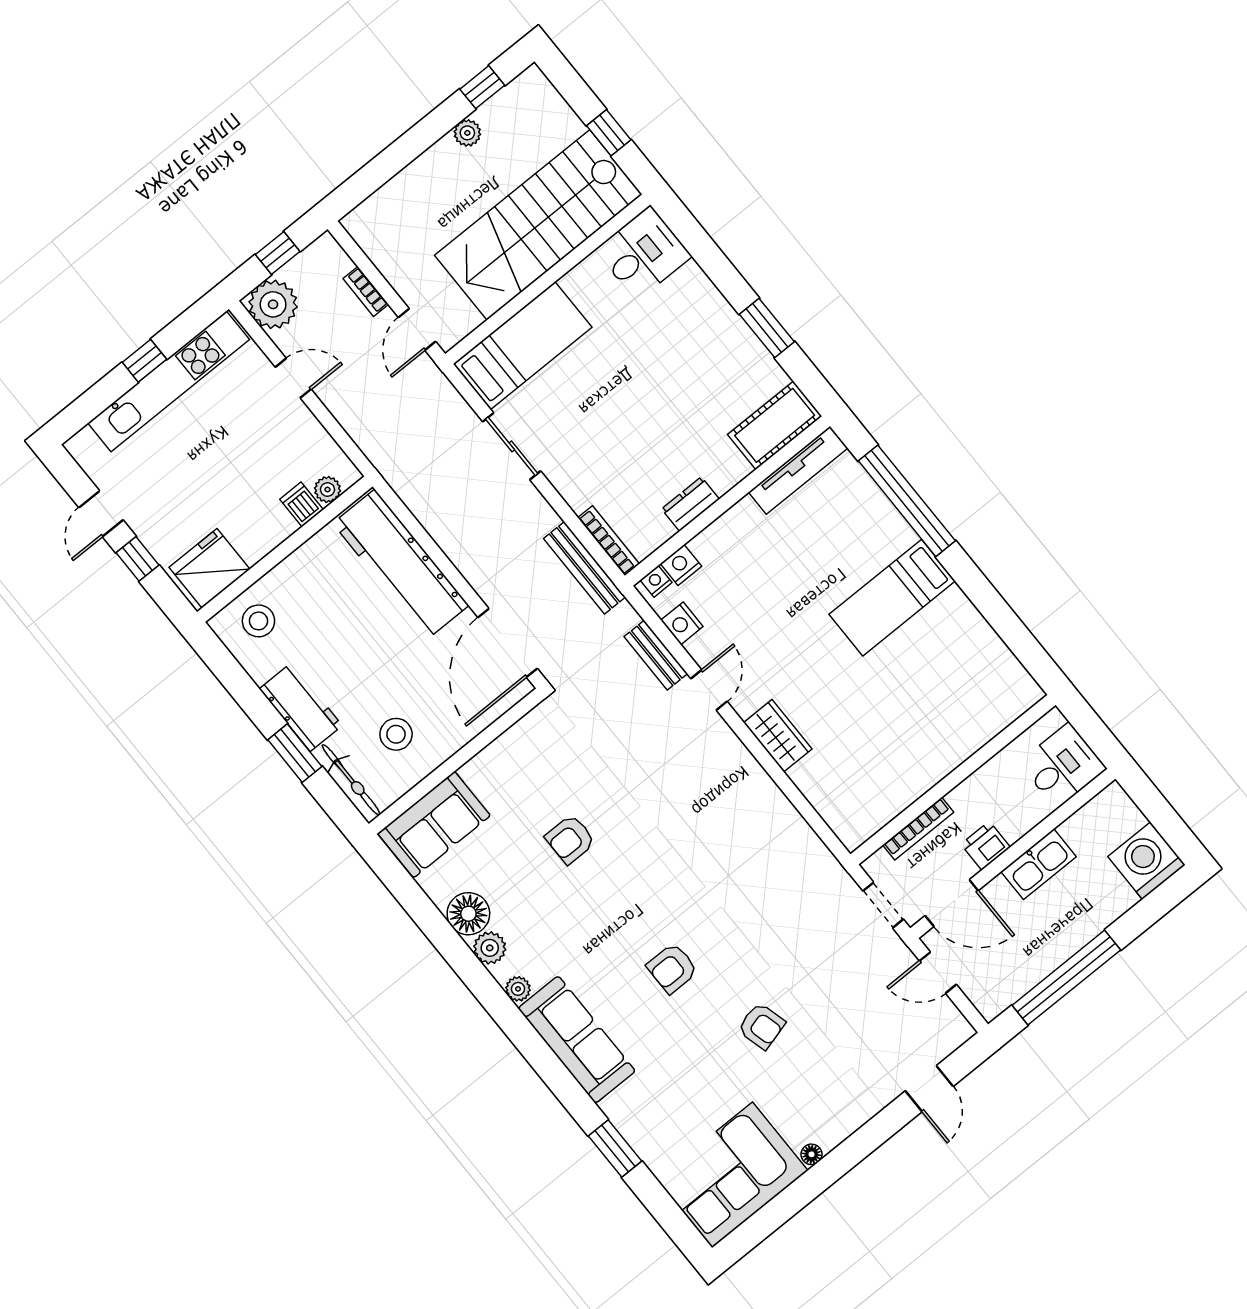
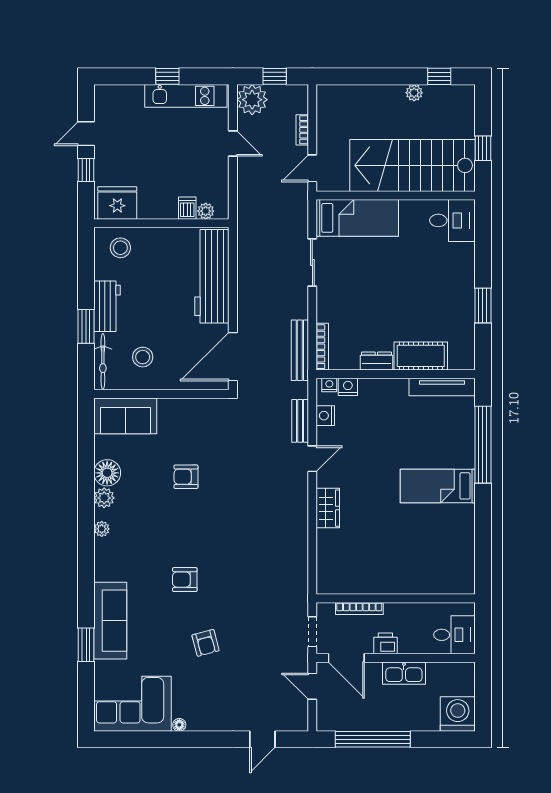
kitchen unit: (169, 381) -> (186, 96), width x0.73
cot: (775, 425) -> (421, 356), moved
sofa: (577, 1040) -> (110, 621), moved

